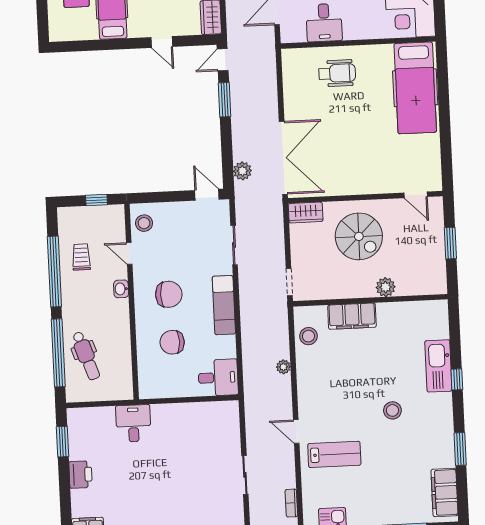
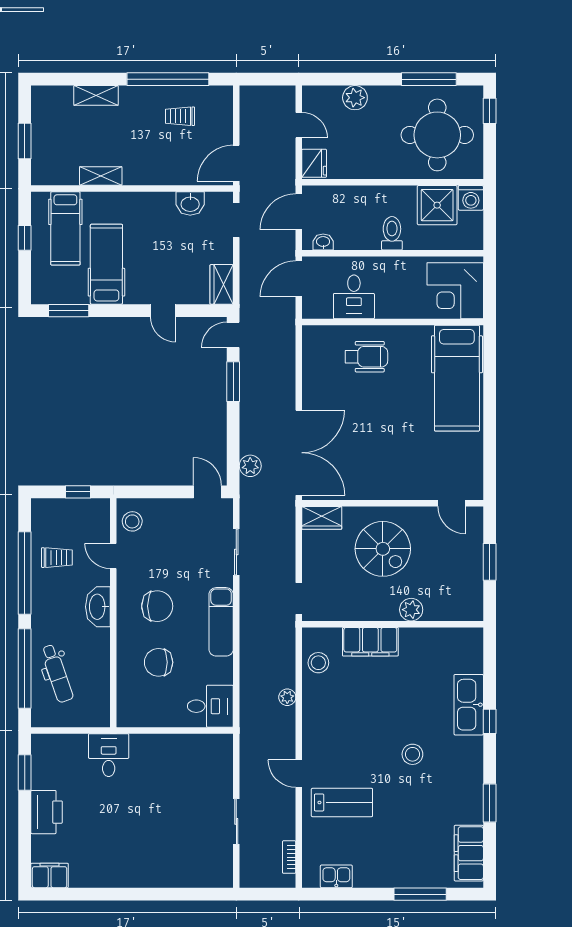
window: (81, 46) -> (69, 311), added
trolley: (81, 257) -> (57, 558), turned 90
washbasin: (121, 289) -> (98, 607), width x1.91, depth x1.45
printer: (81, 475) -> (47, 812), width x1.37, depth x1.19

